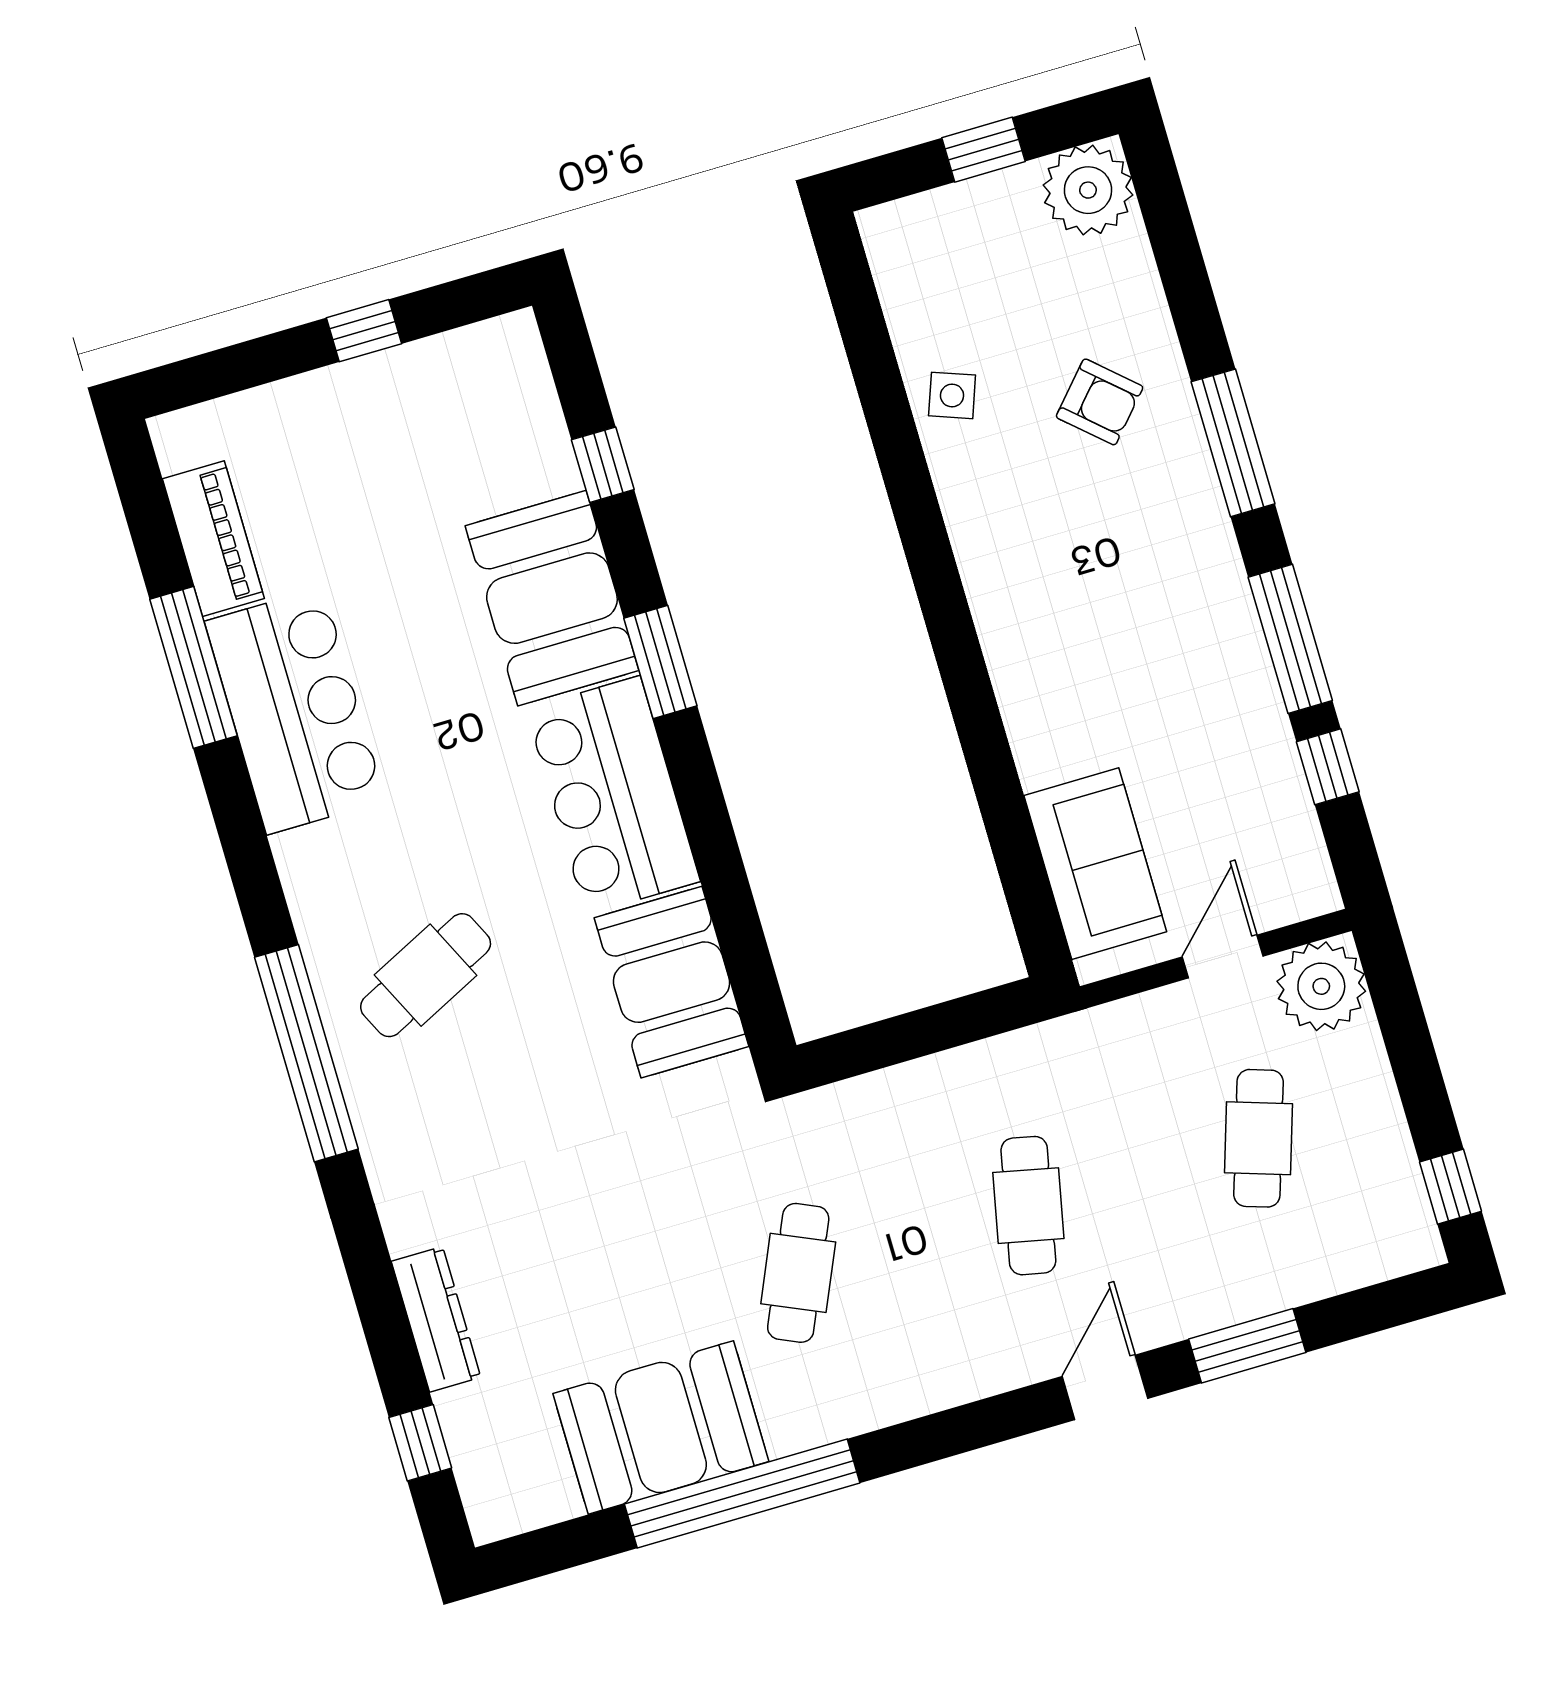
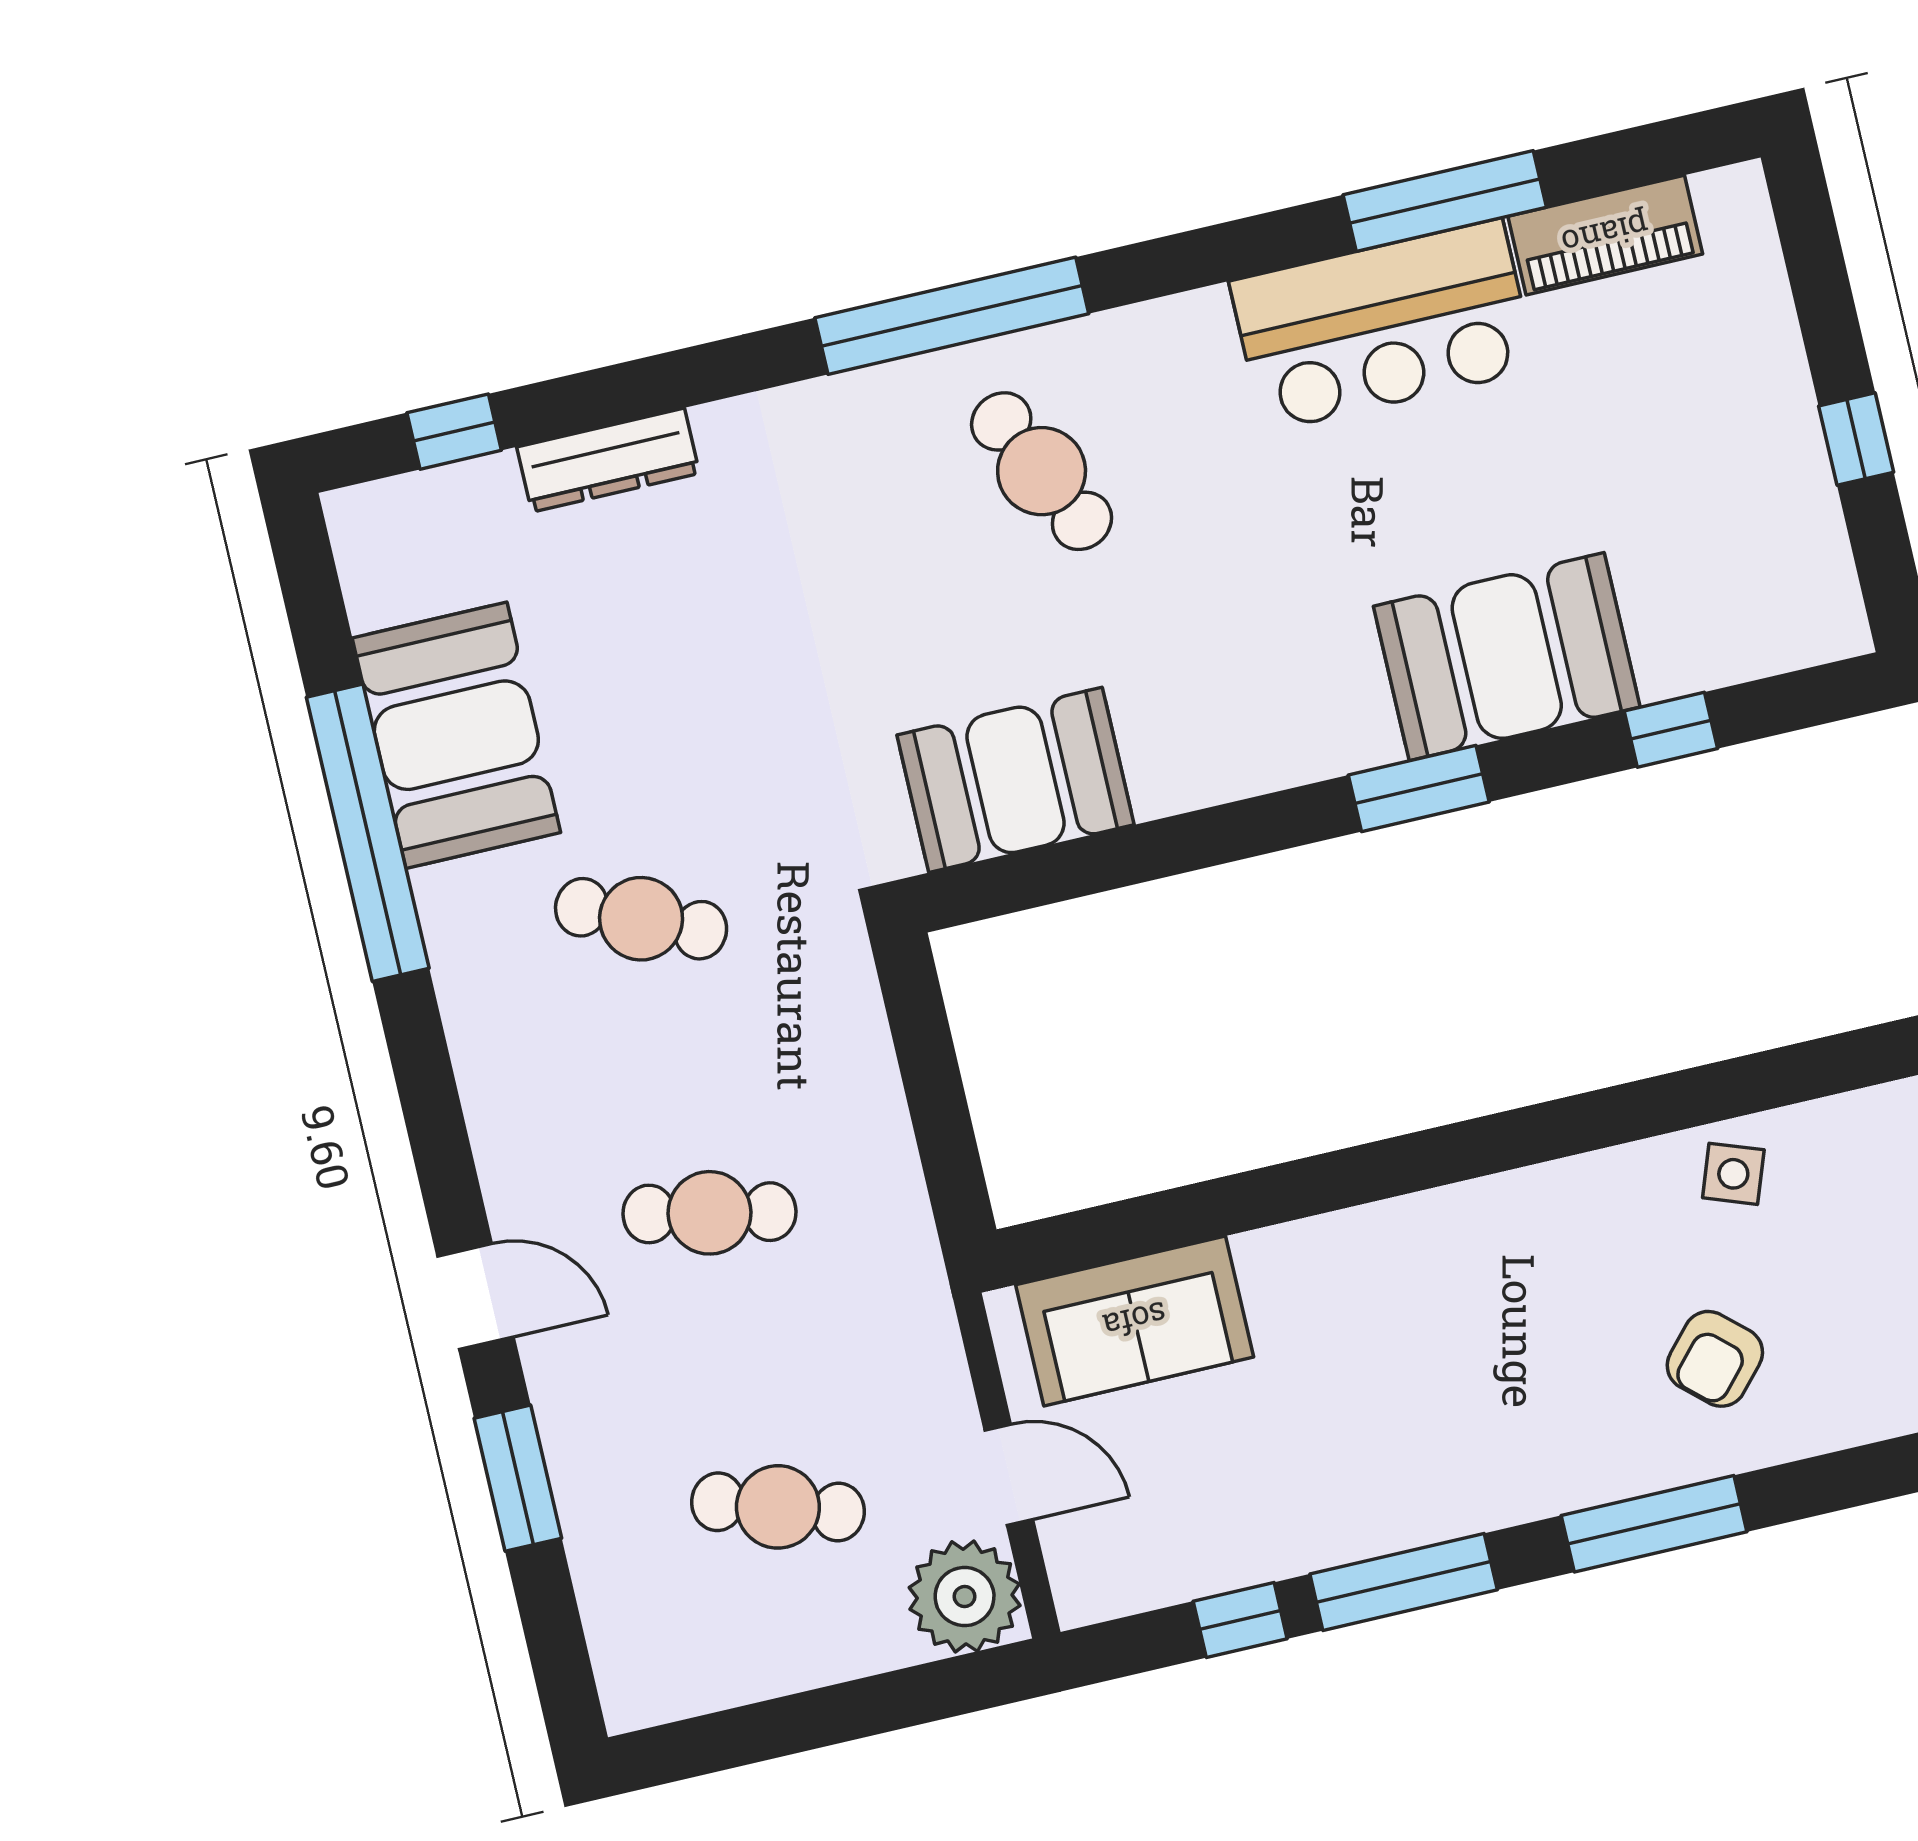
bar counter: (613, 795) -> (1255, 719), removed
window: (1450, 1187) -> (704, 1745), removed

